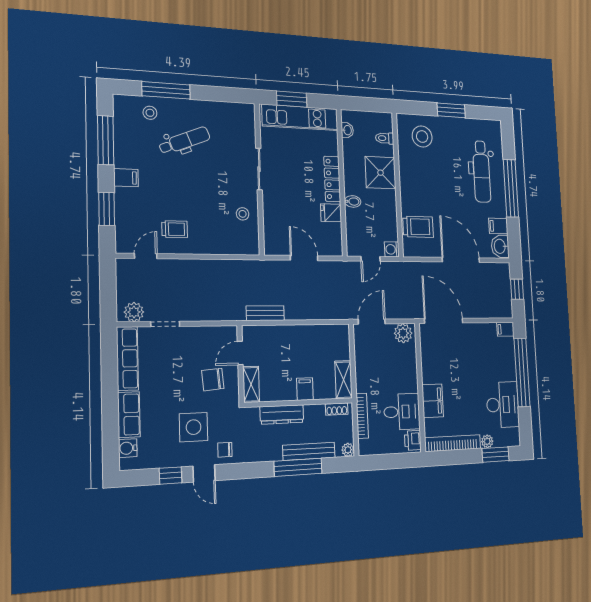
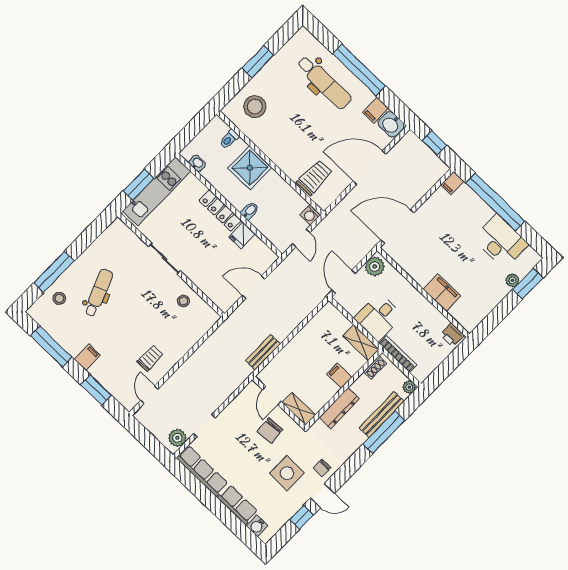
desk: (402, 412) -> (379, 317), moved, turned 180
bookcase: (453, 443) -> (486, 308), removed

